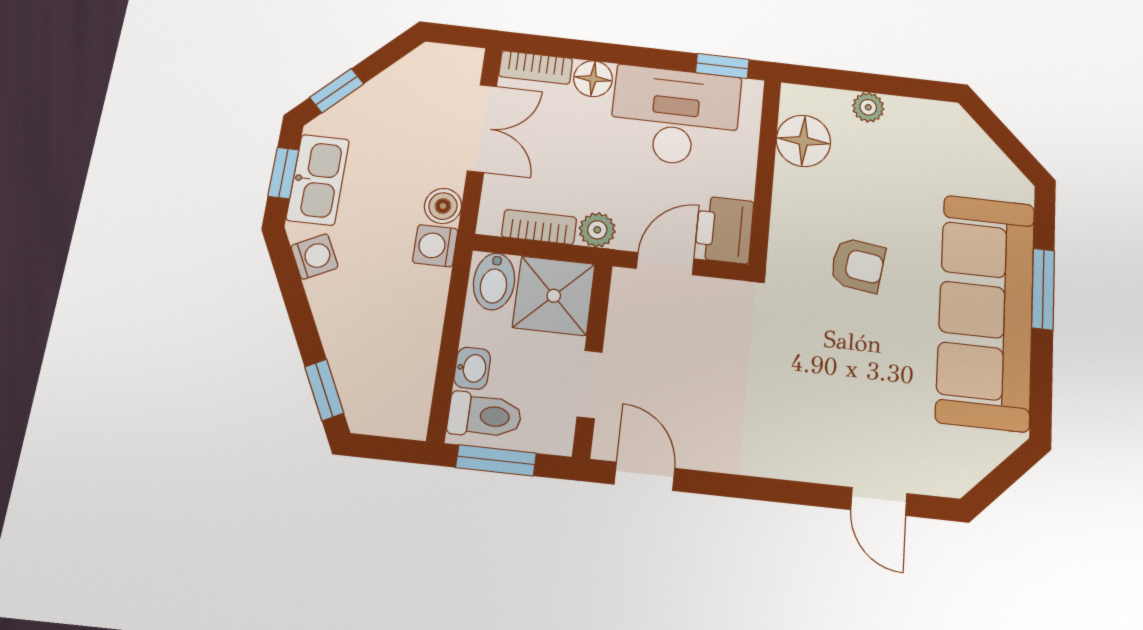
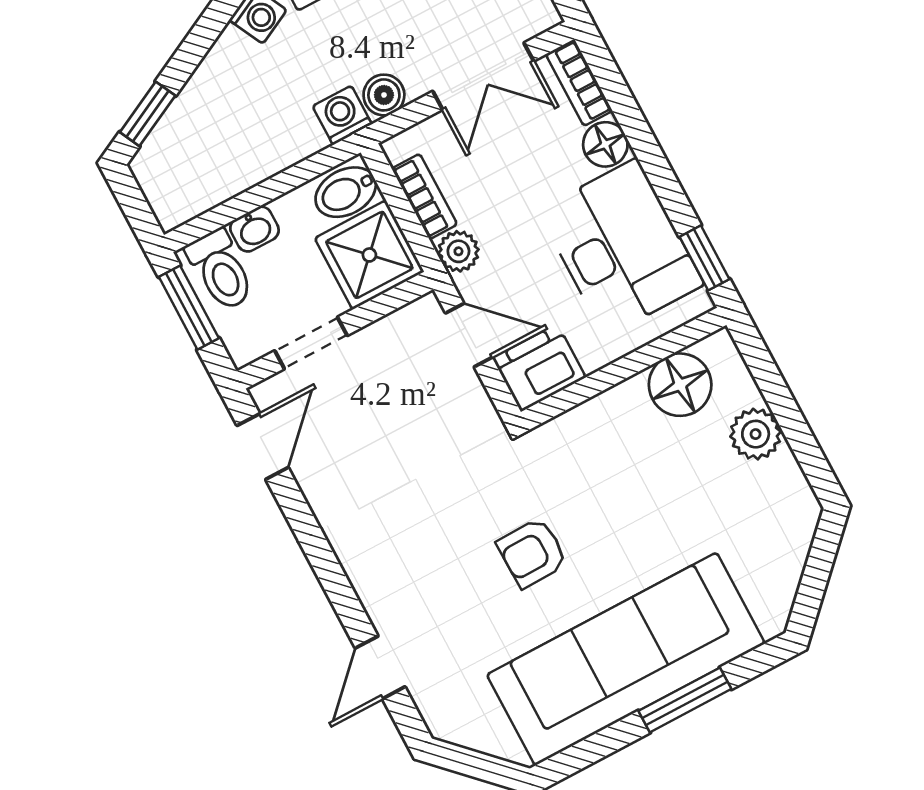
plant: (868, 107) -> (756, 434), width x1.38, depth x1.38
armchair: (858, 265) -> (532, 553), moved, turned 81

